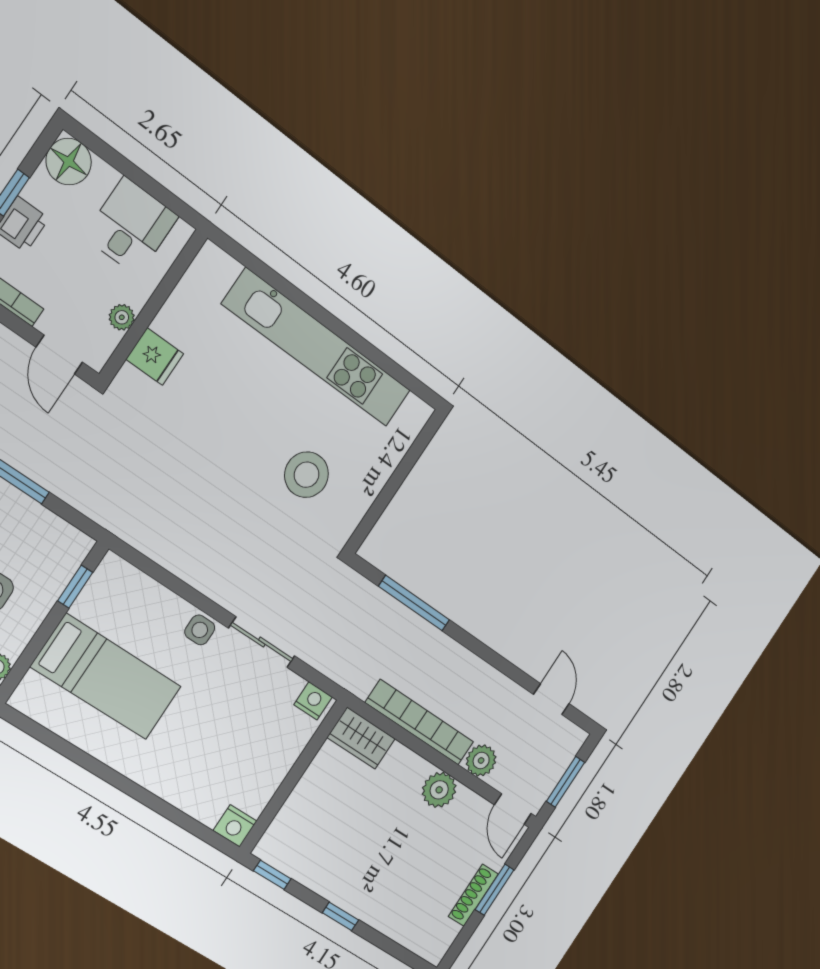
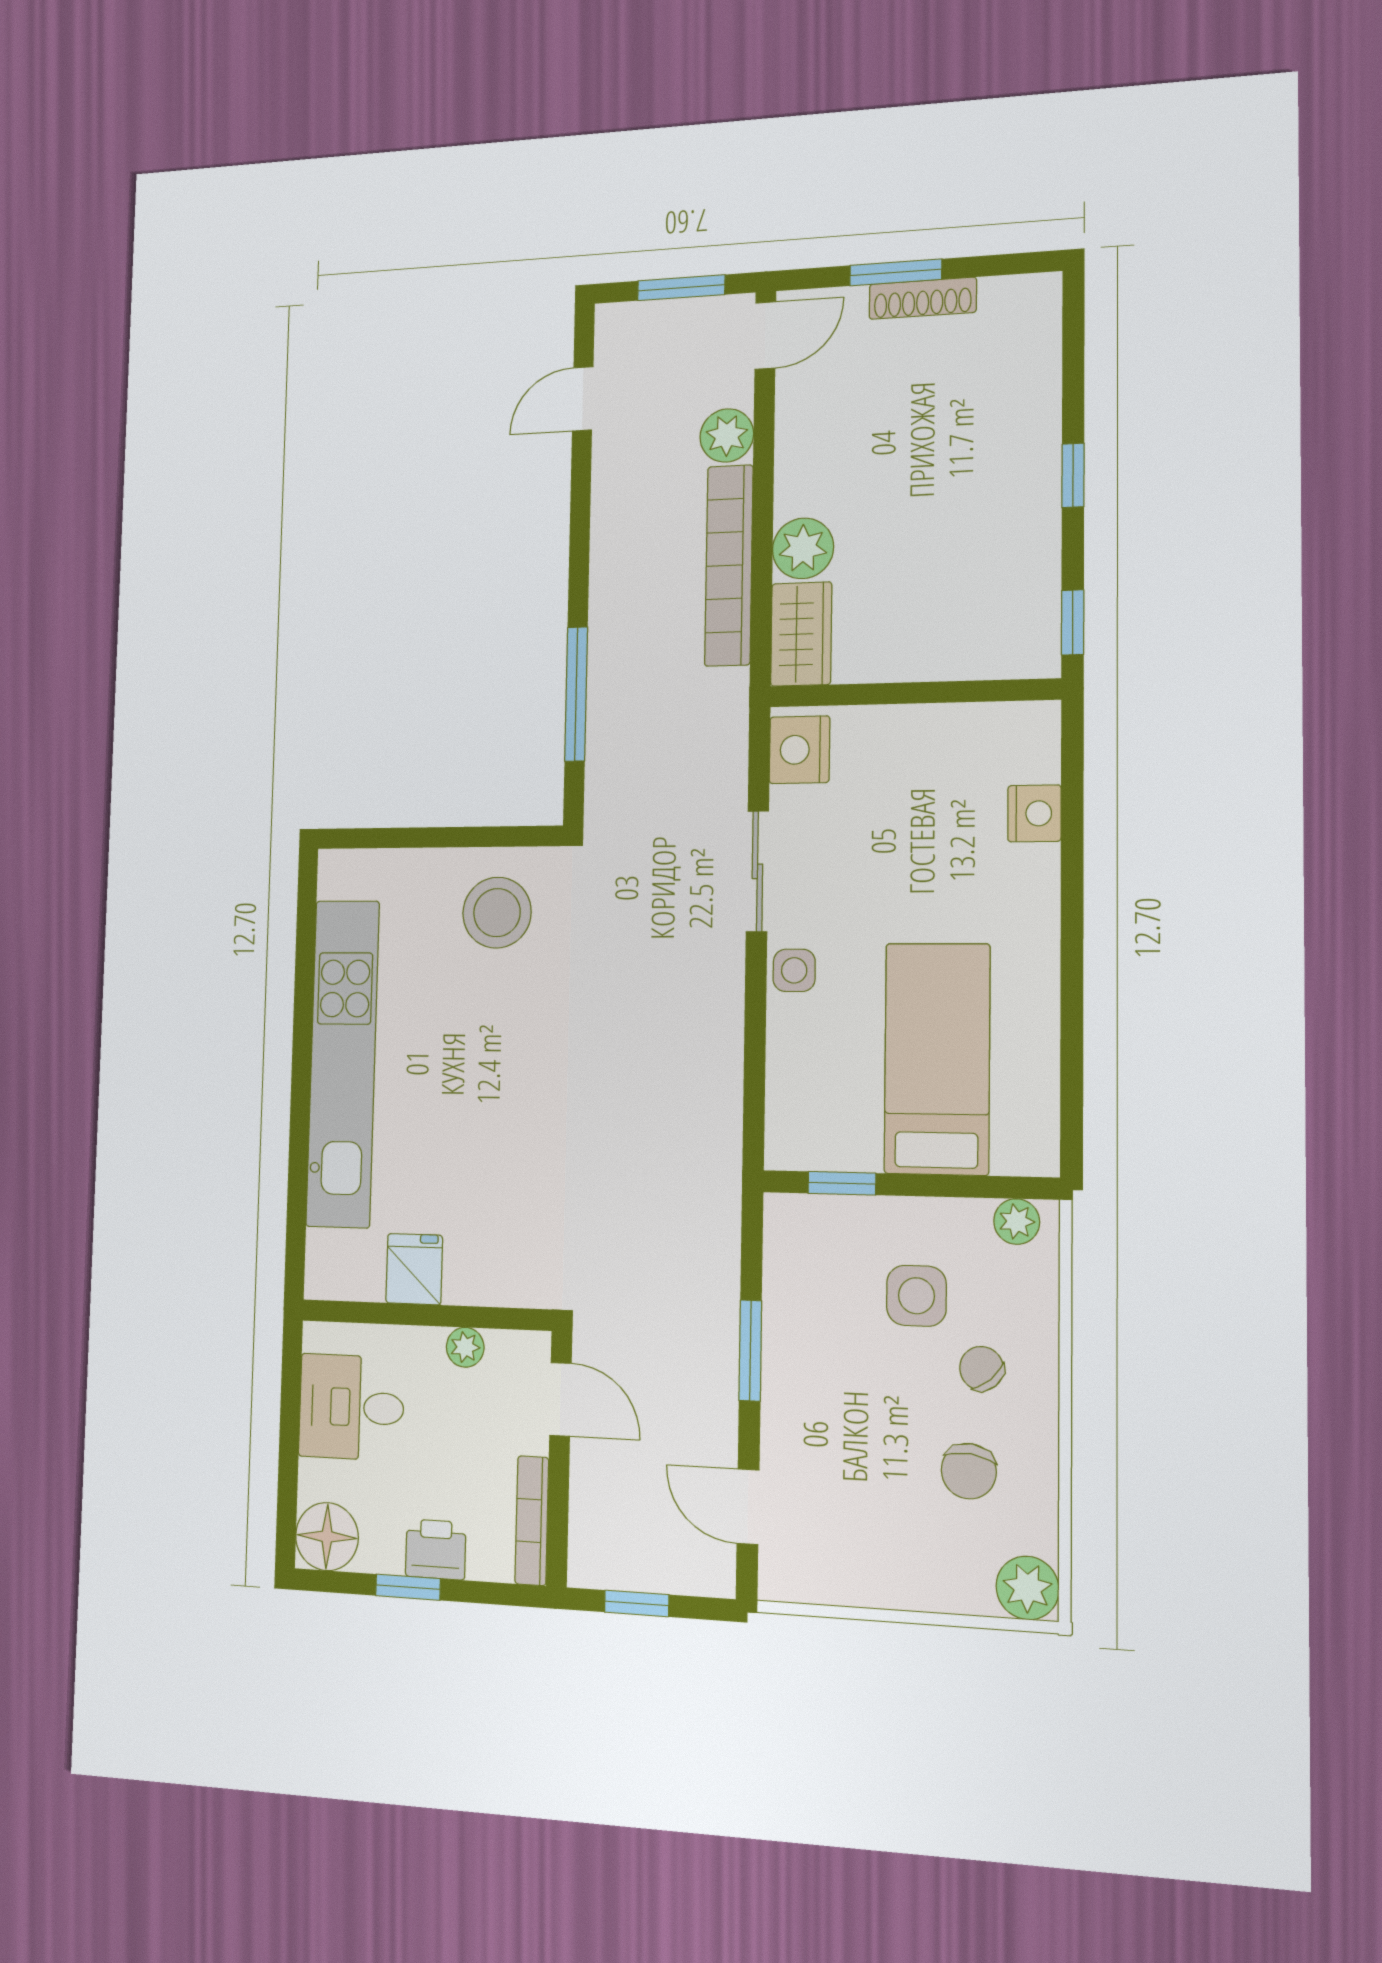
door: (59, 355) -> (560, 1399), hinge flipped
fridge: (155, 357) -> (414, 1269), moved
stool: (307, 475) -> (497, 913), moved
nightstand: (313, 701) -> (799, 750), width x1.36, depth x1.33
plant: (439, 790) -> (803, 548), moved
nightstand: (235, 826) -> (1034, 813), moved

